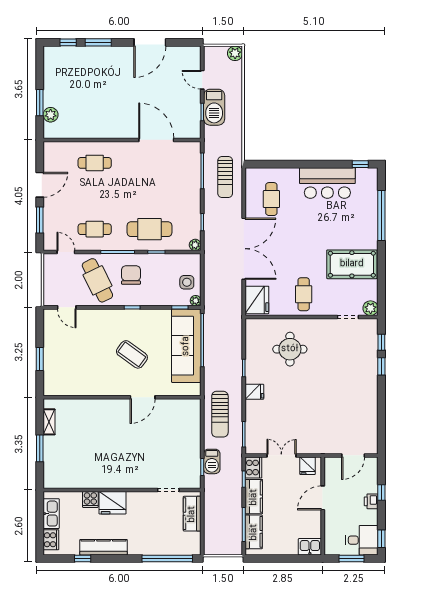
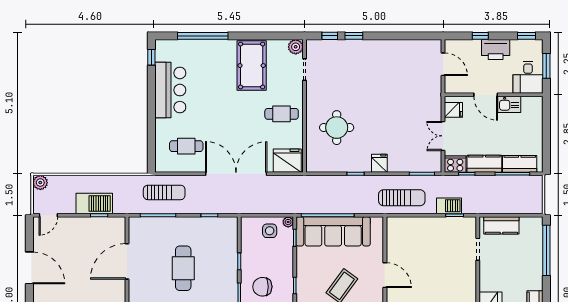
door: (202, 80) -> (48, 215), moved
cafe table: (149, 229) -> (183, 268), moved
plant: (195, 245) -> (232, 222), removed
printer: (371, 501) -> (496, 49), width x1.87, depth x1.48
desk: (362, 540) -> (528, 77), moved, turned 180
kitchen sink: (310, 547) -> (509, 104), moved, turned -90

